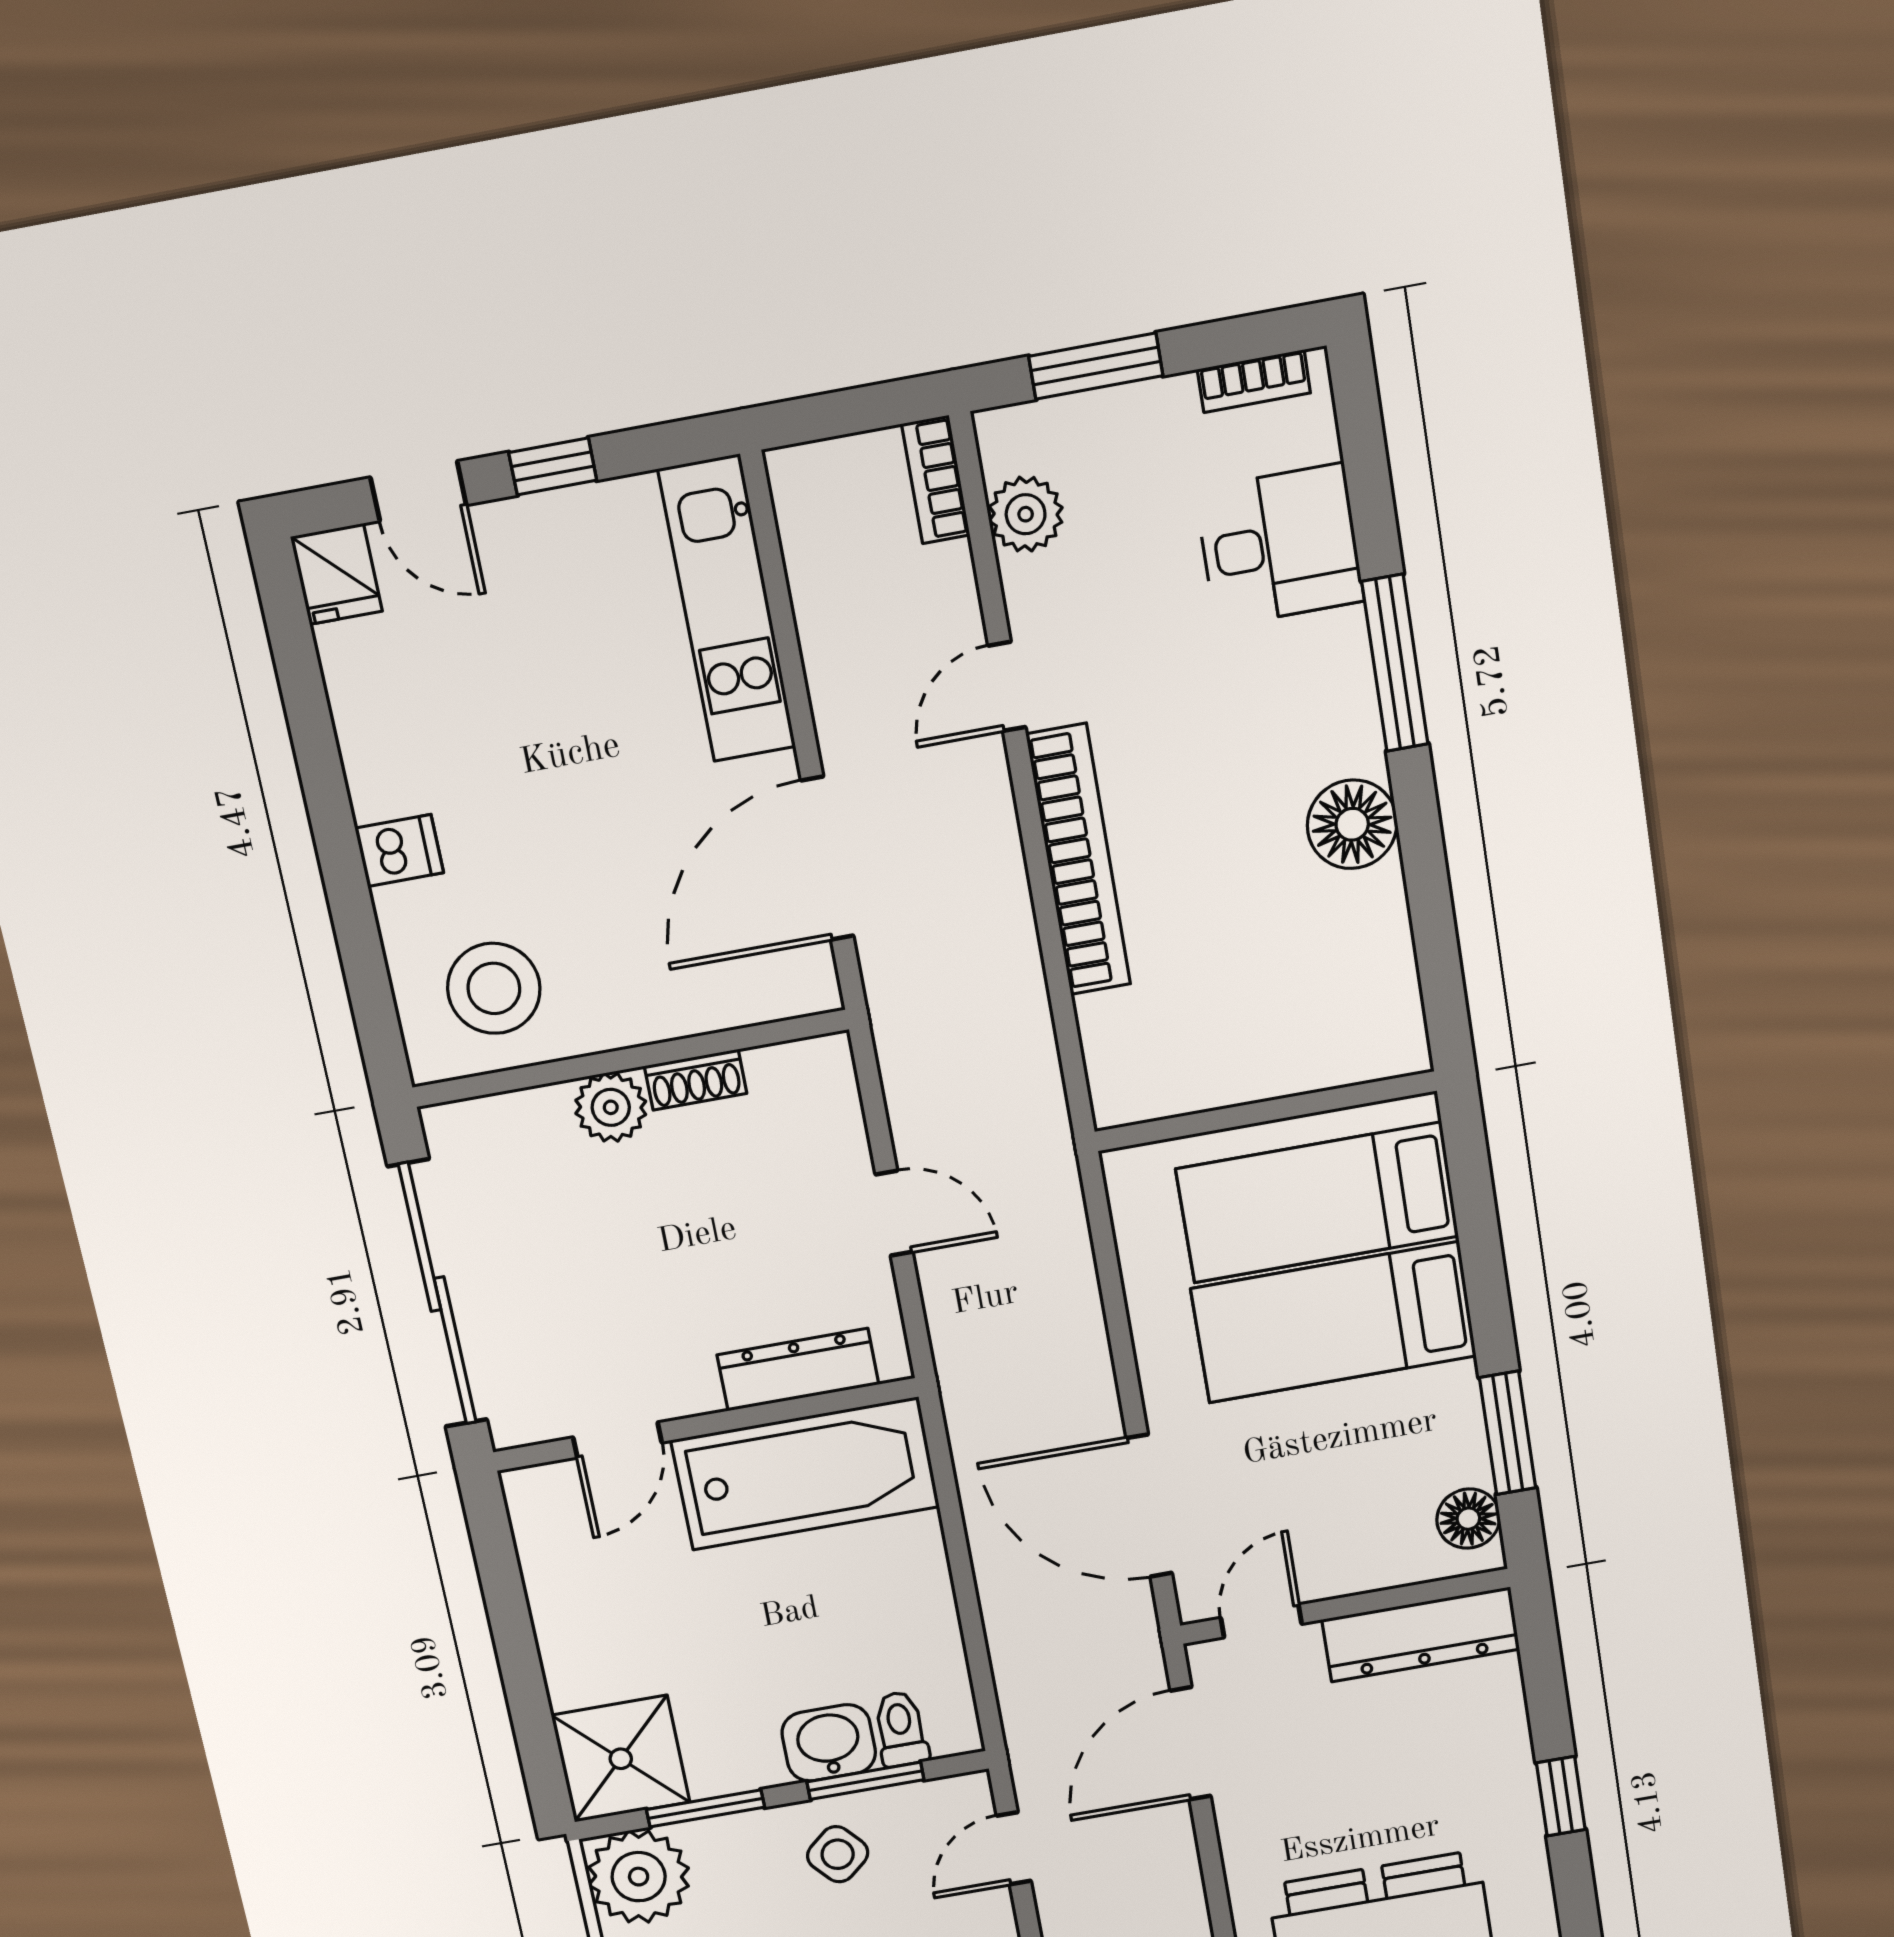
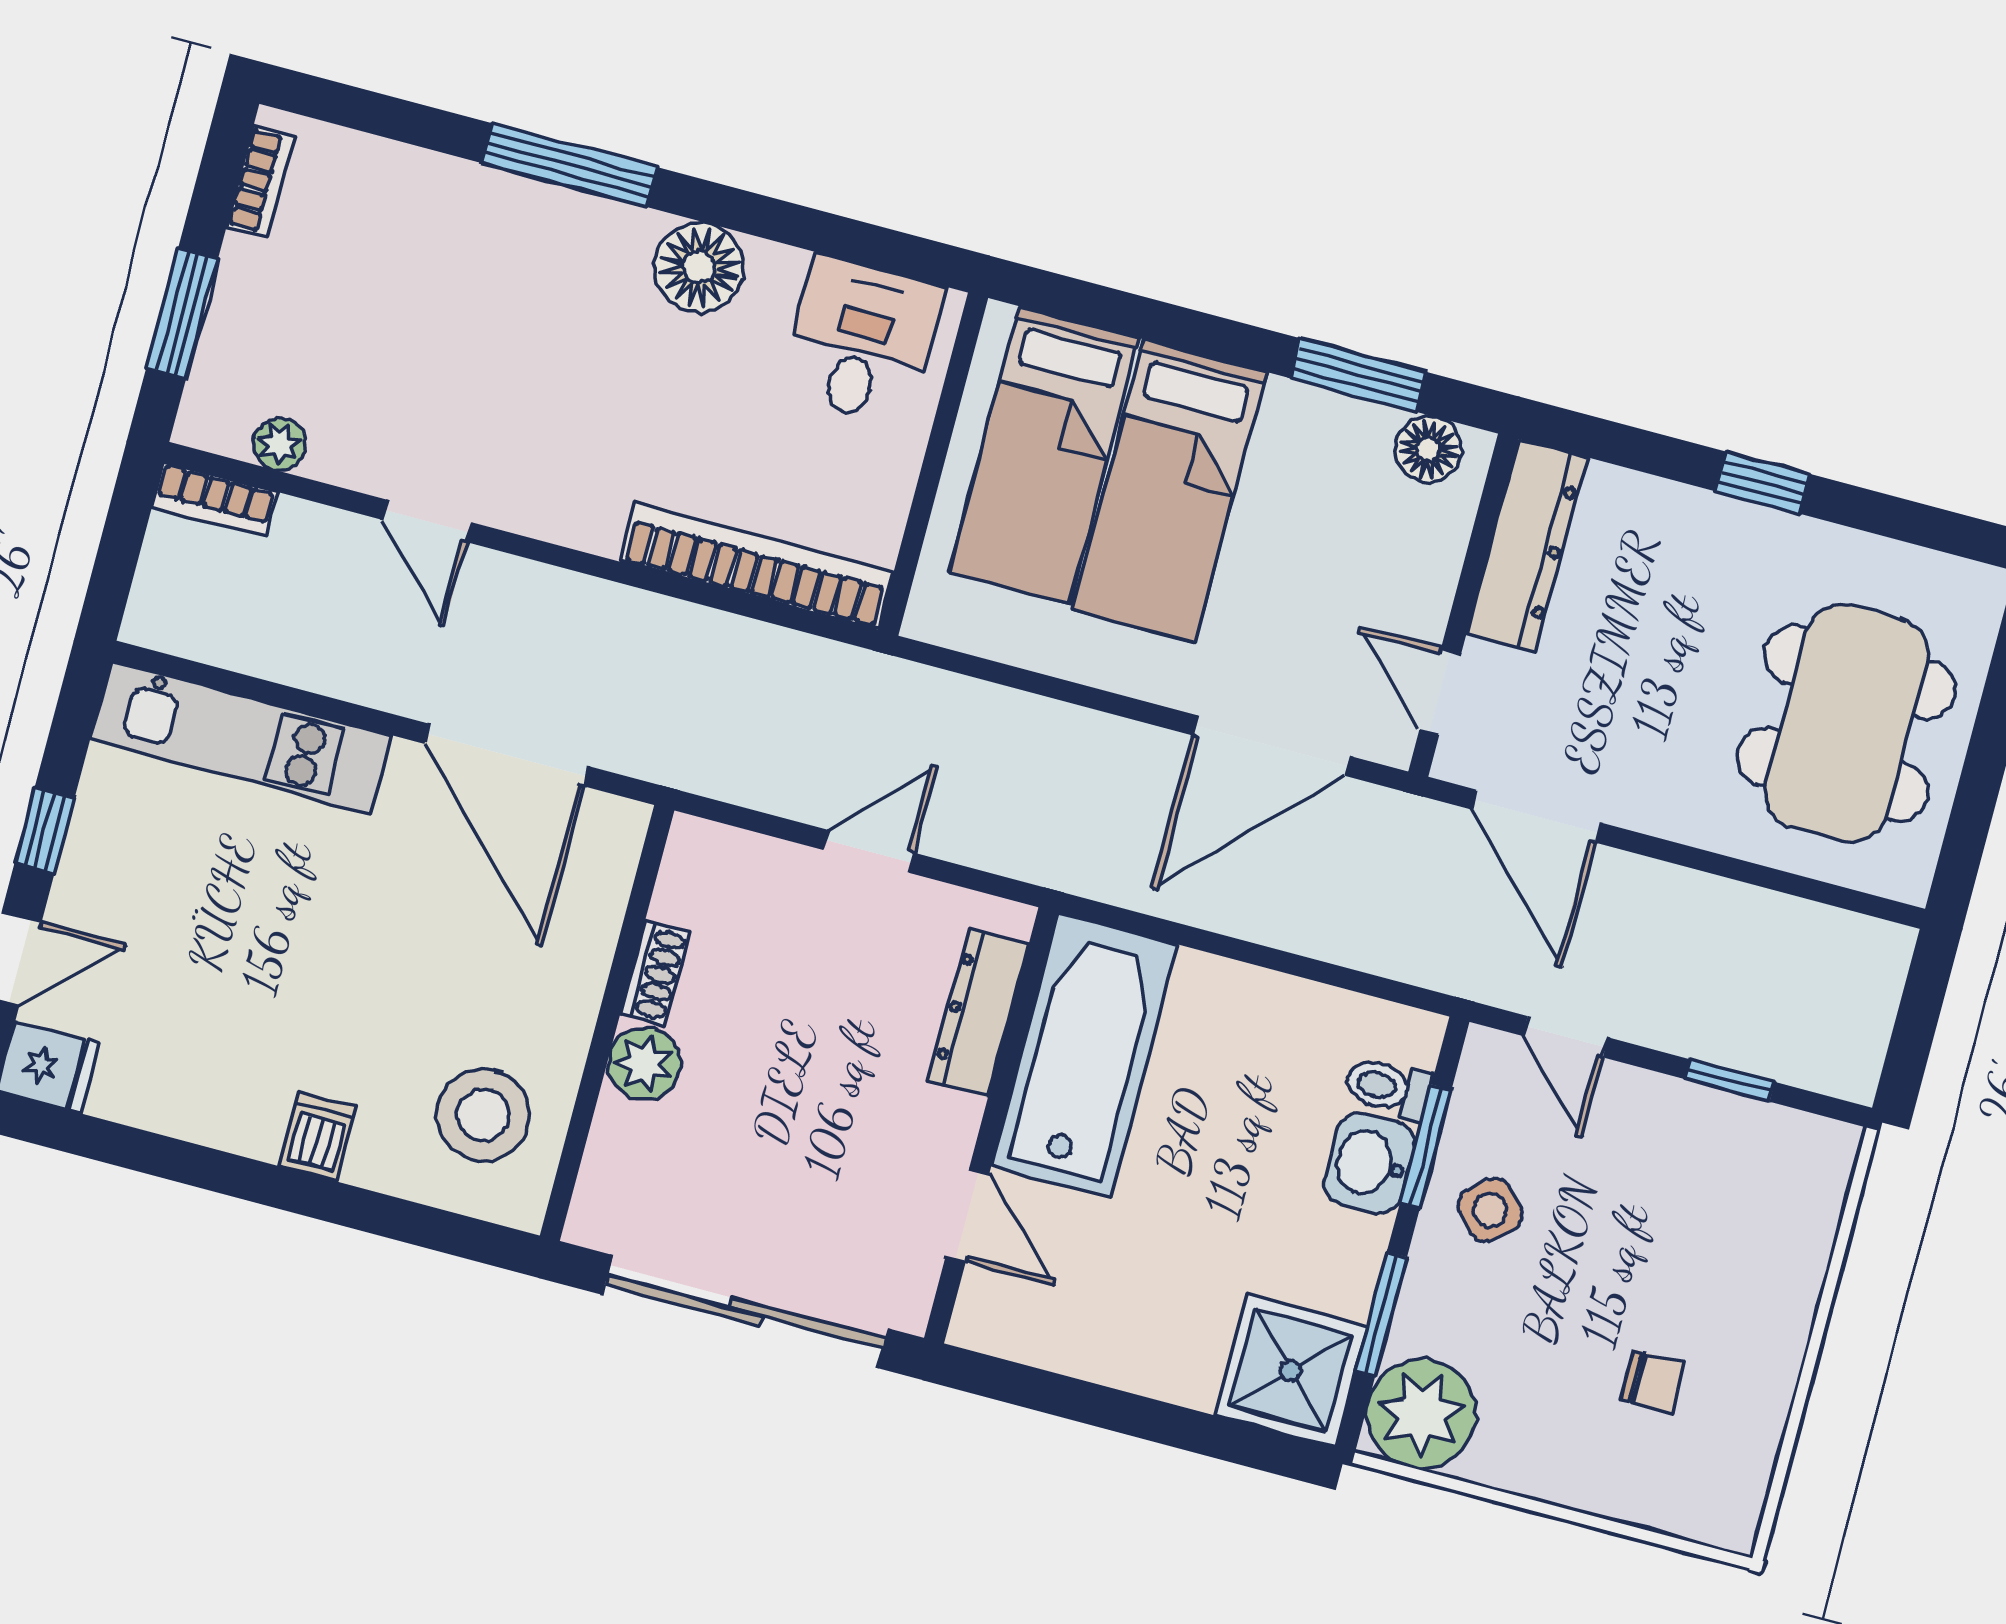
plant: (1026, 514) -> (279, 444), width x0.73, depth x0.73
desk: (1280, 545) -> (862, 341), moved
bookcase: (1079, 860) -> (756, 566), moved

